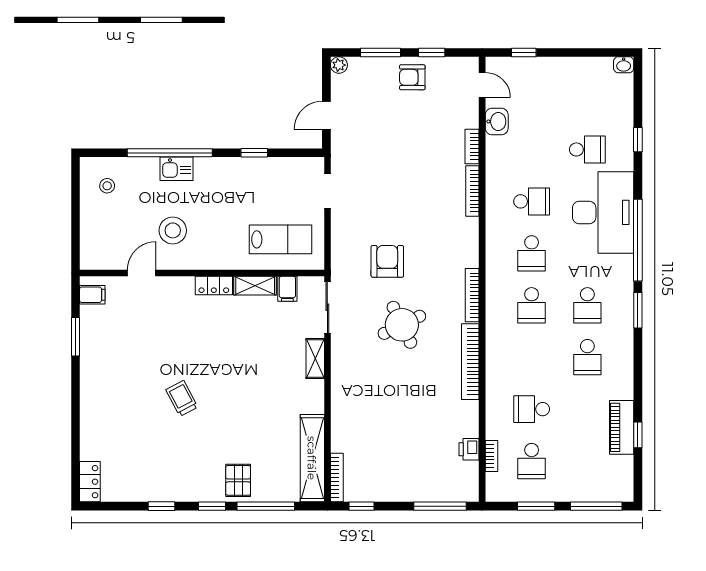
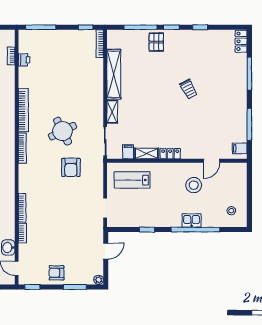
window: (432, 52) -> (32, 287), moved
armchair: (412, 77) -> (57, 273), turned 180
window: (75, 337) -> (249, 124), width x1.44
window: (75, 425) -> (249, 74), added
shelving: (312, 458) -> (114, 74), moved

